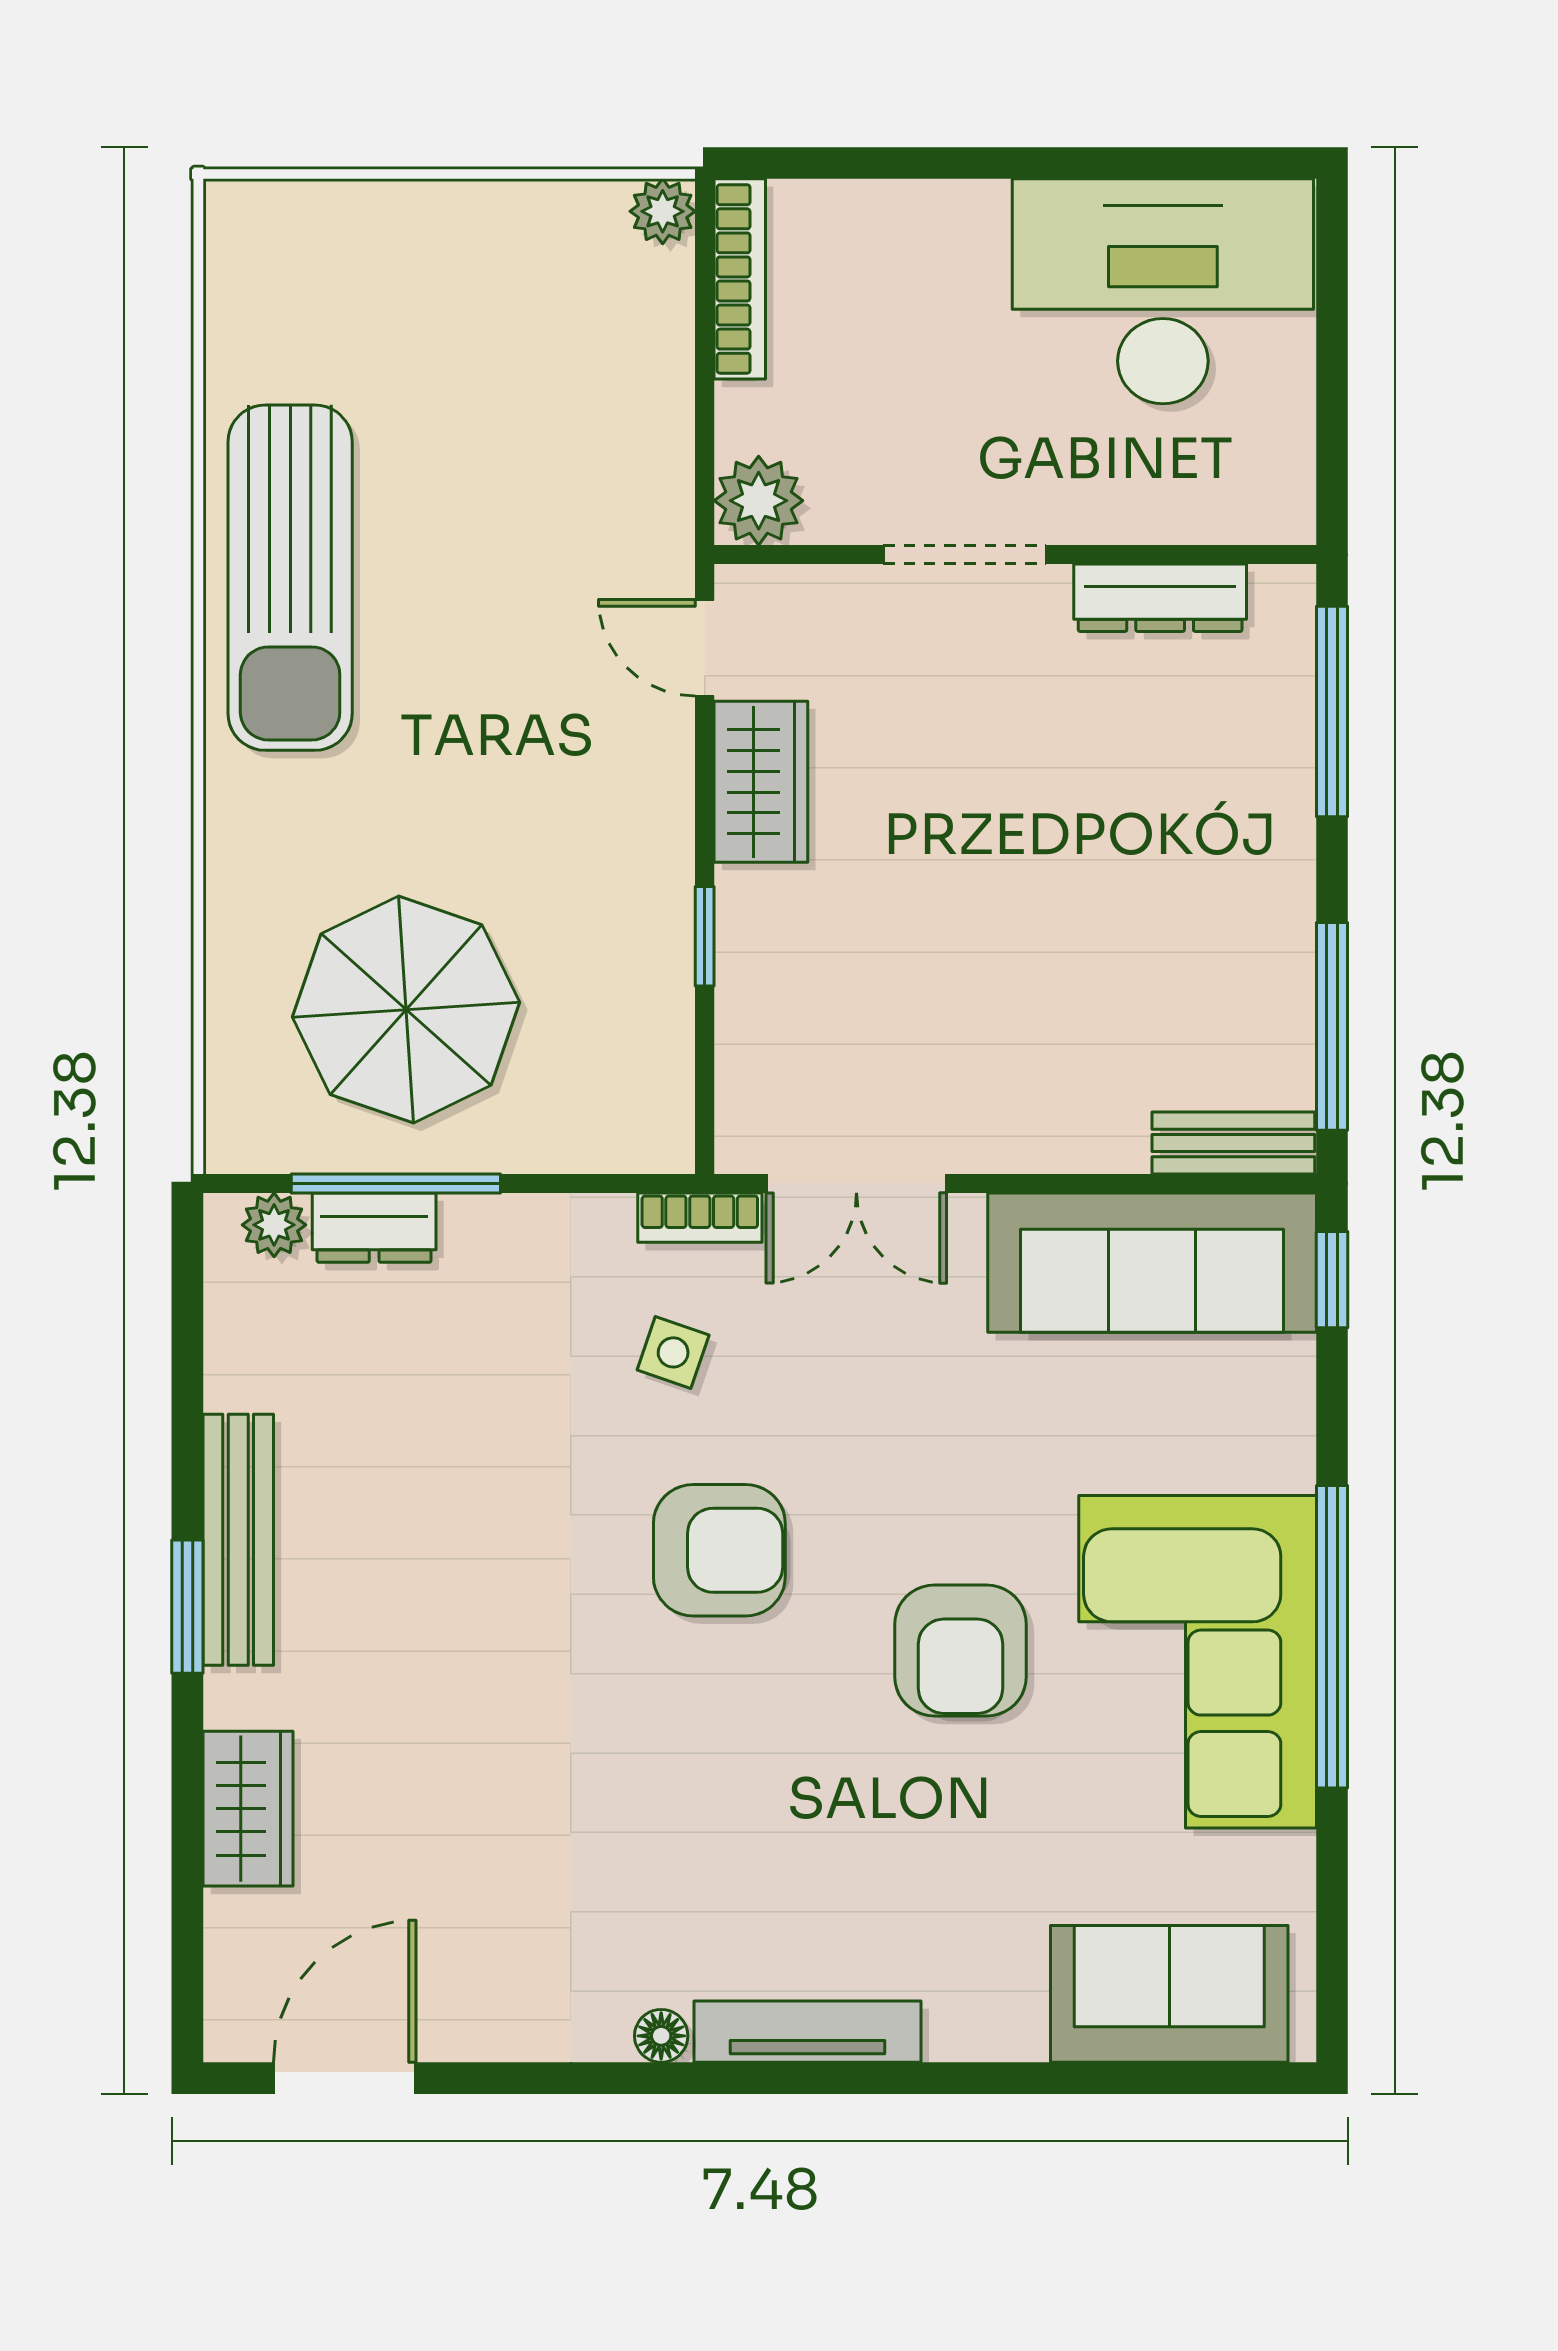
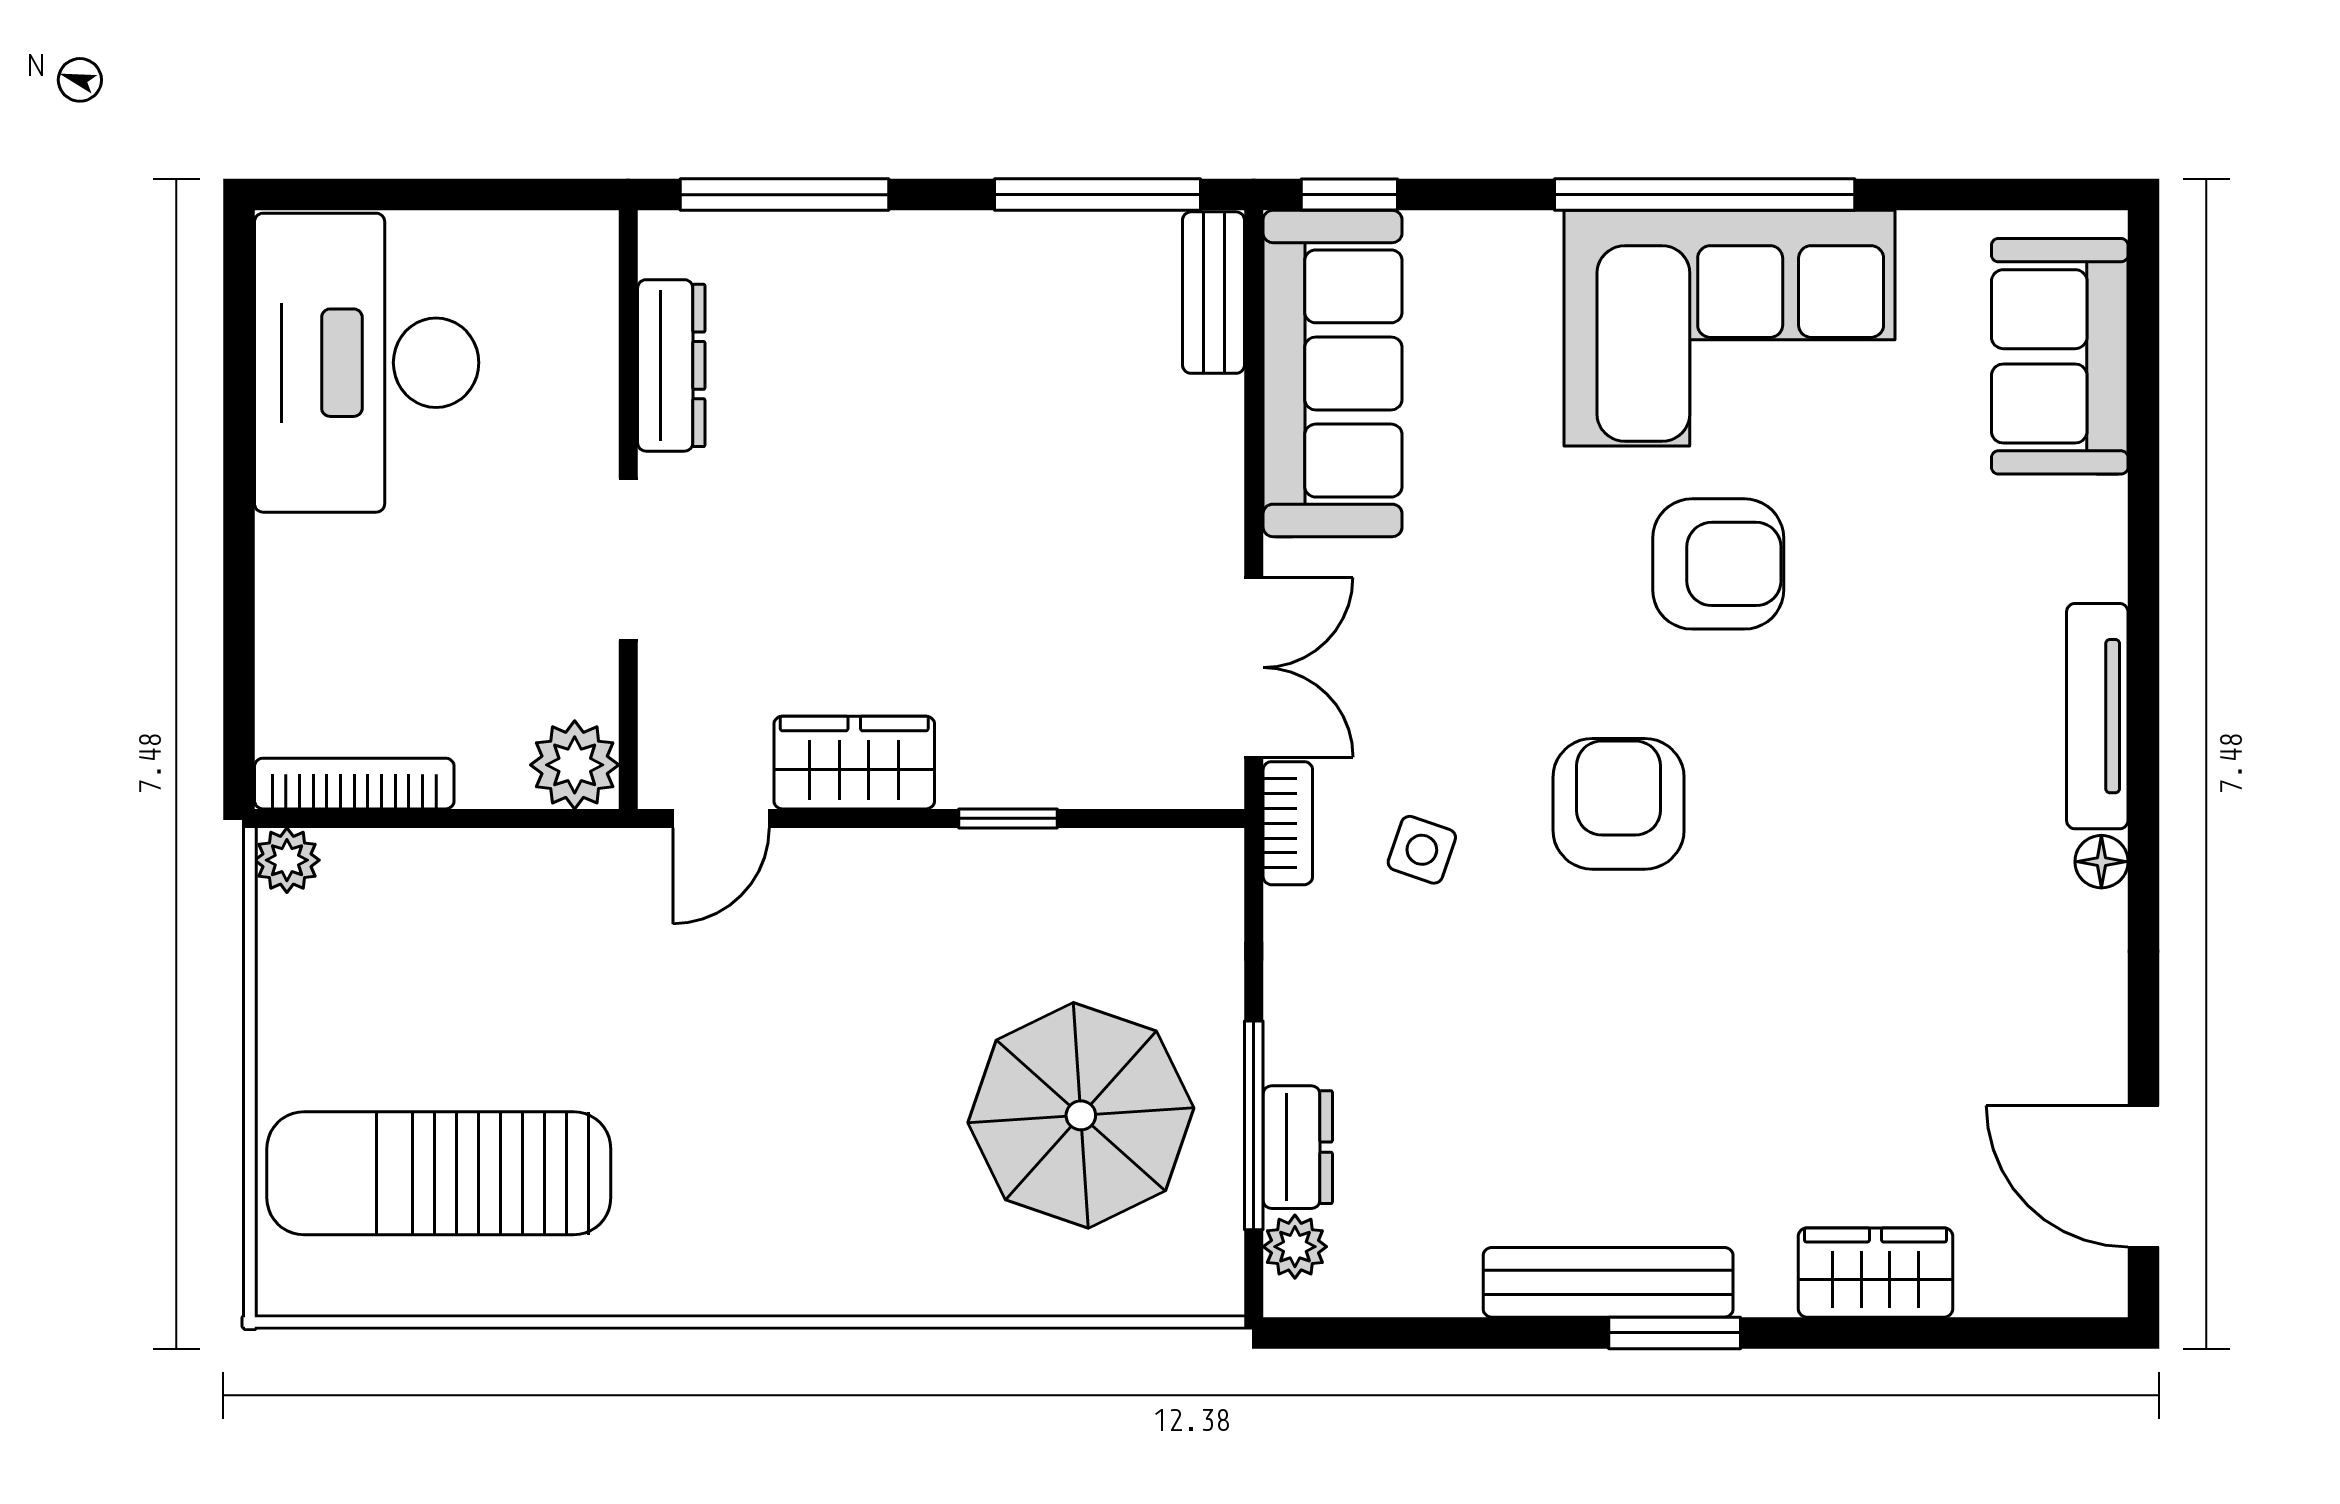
sun lounger: (290, 578) -> (439, 1173), moved, turned 180

